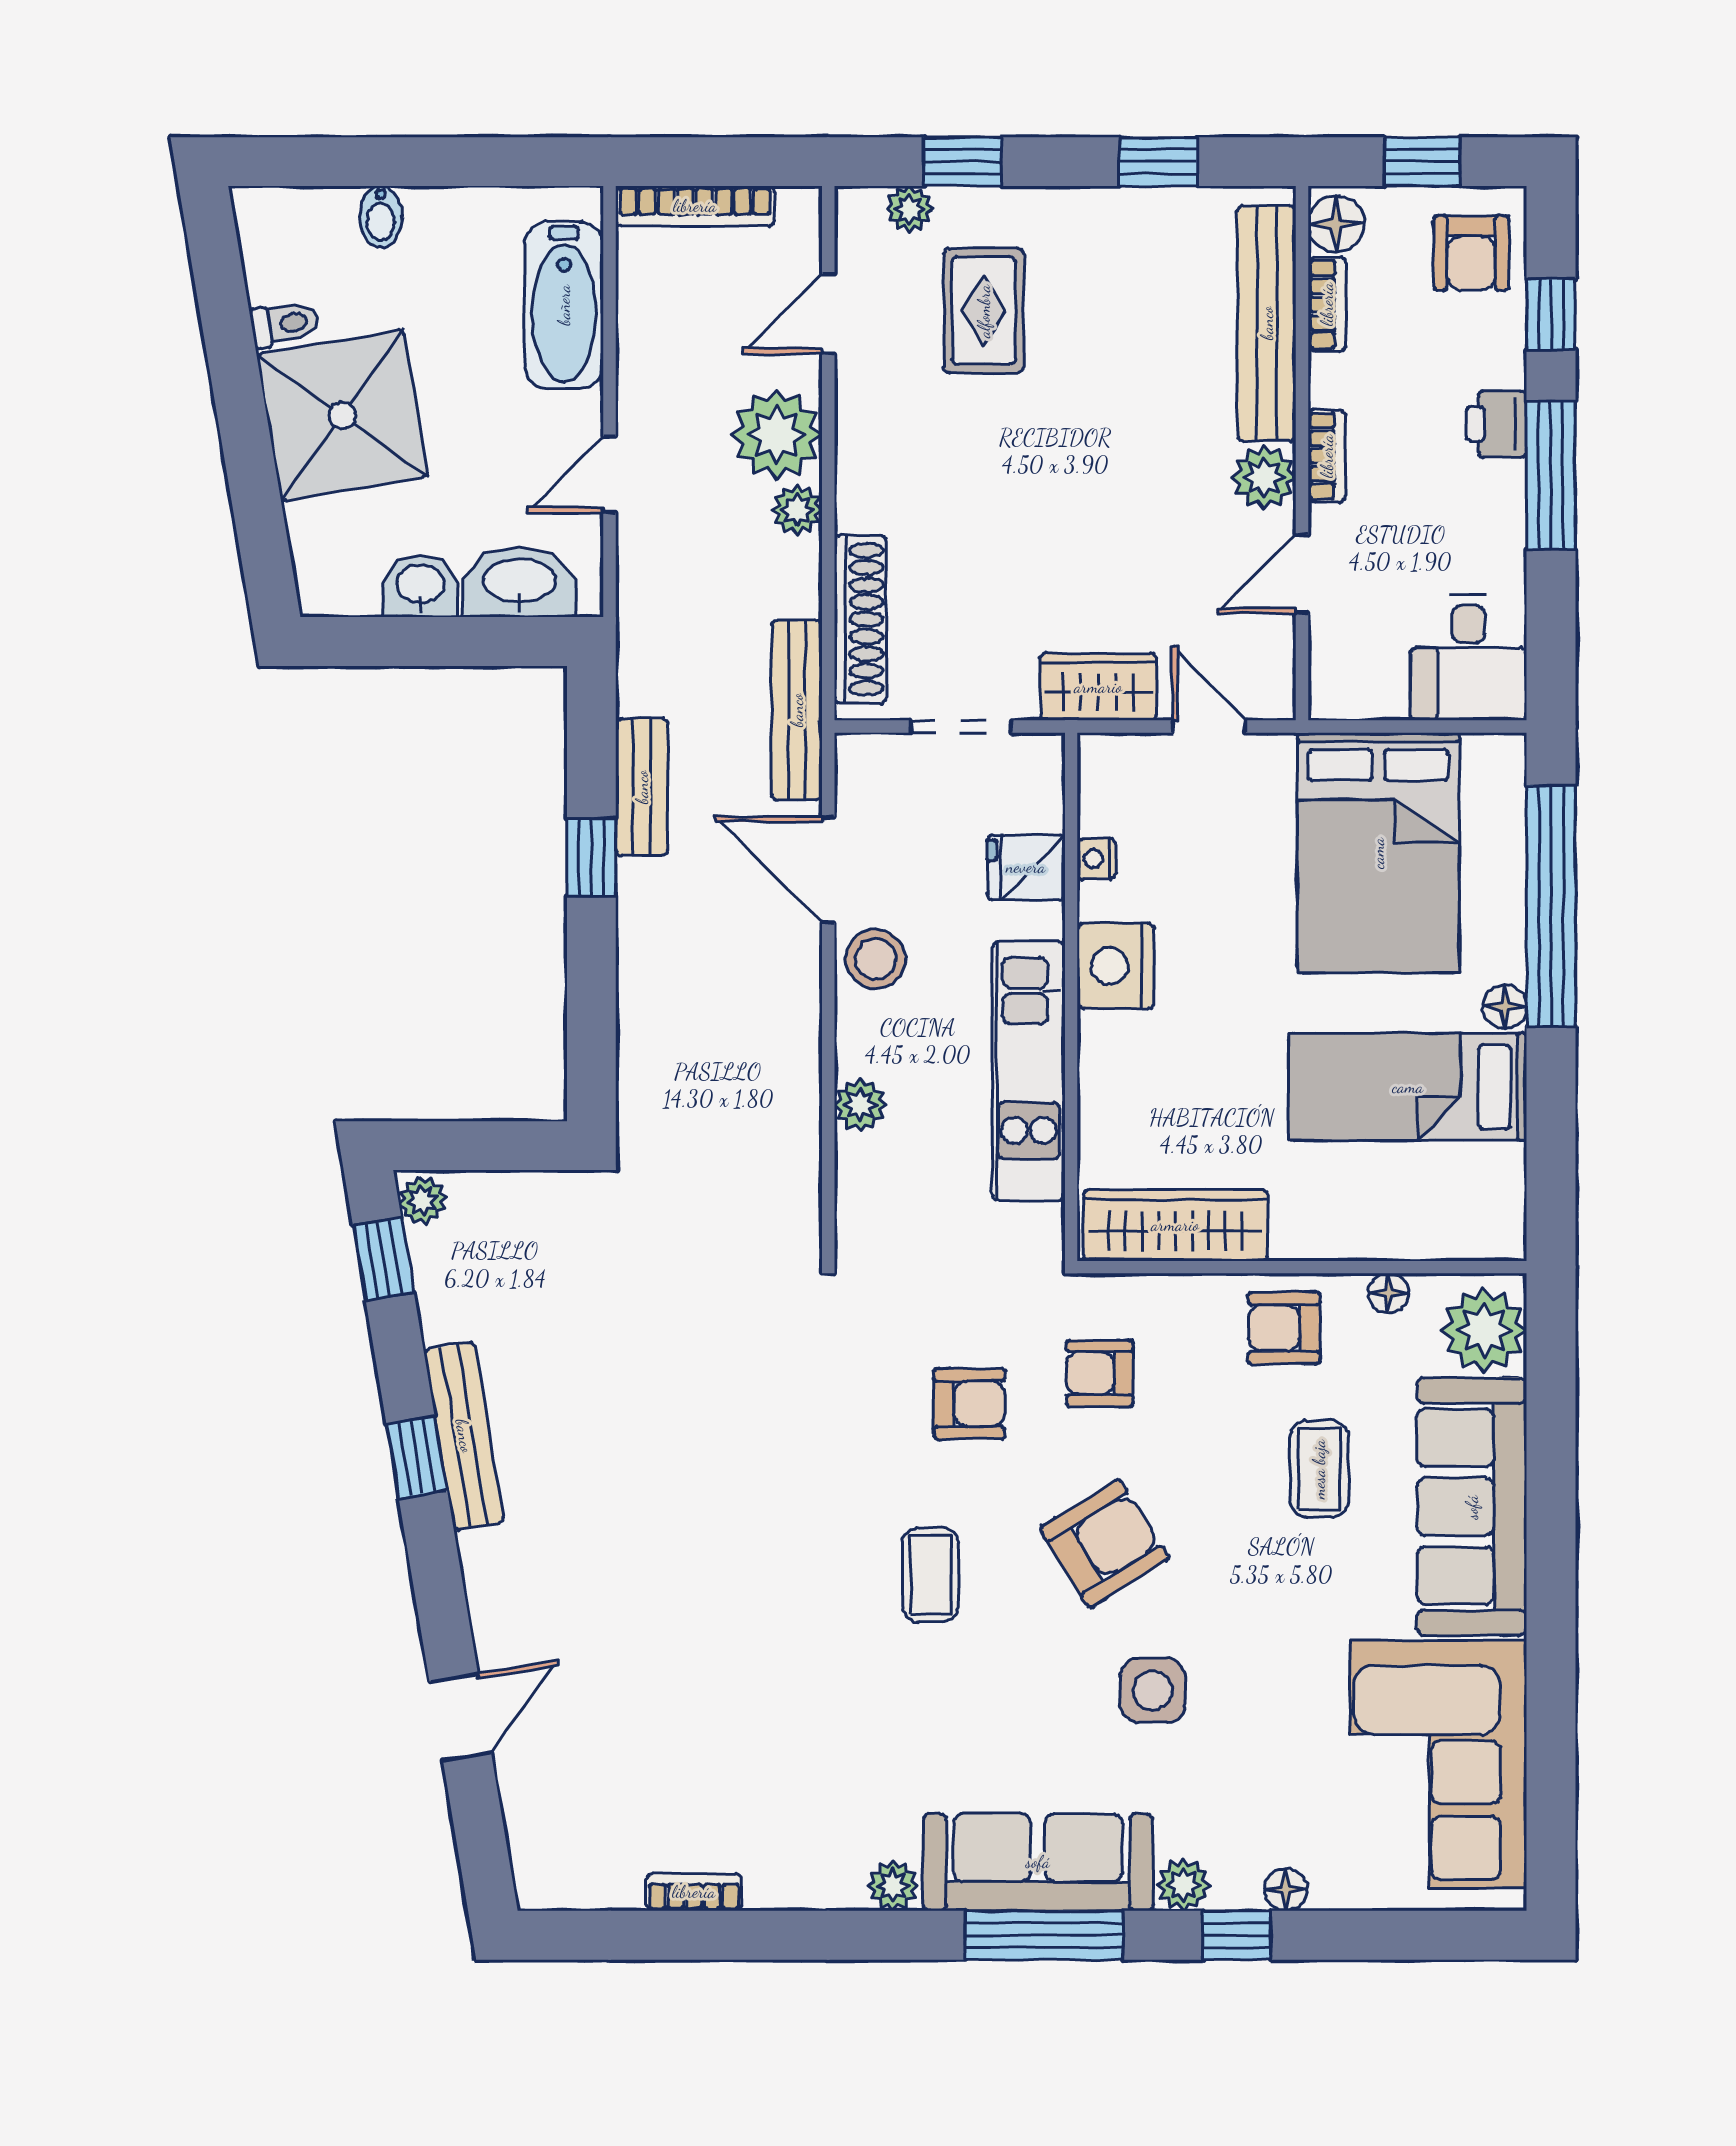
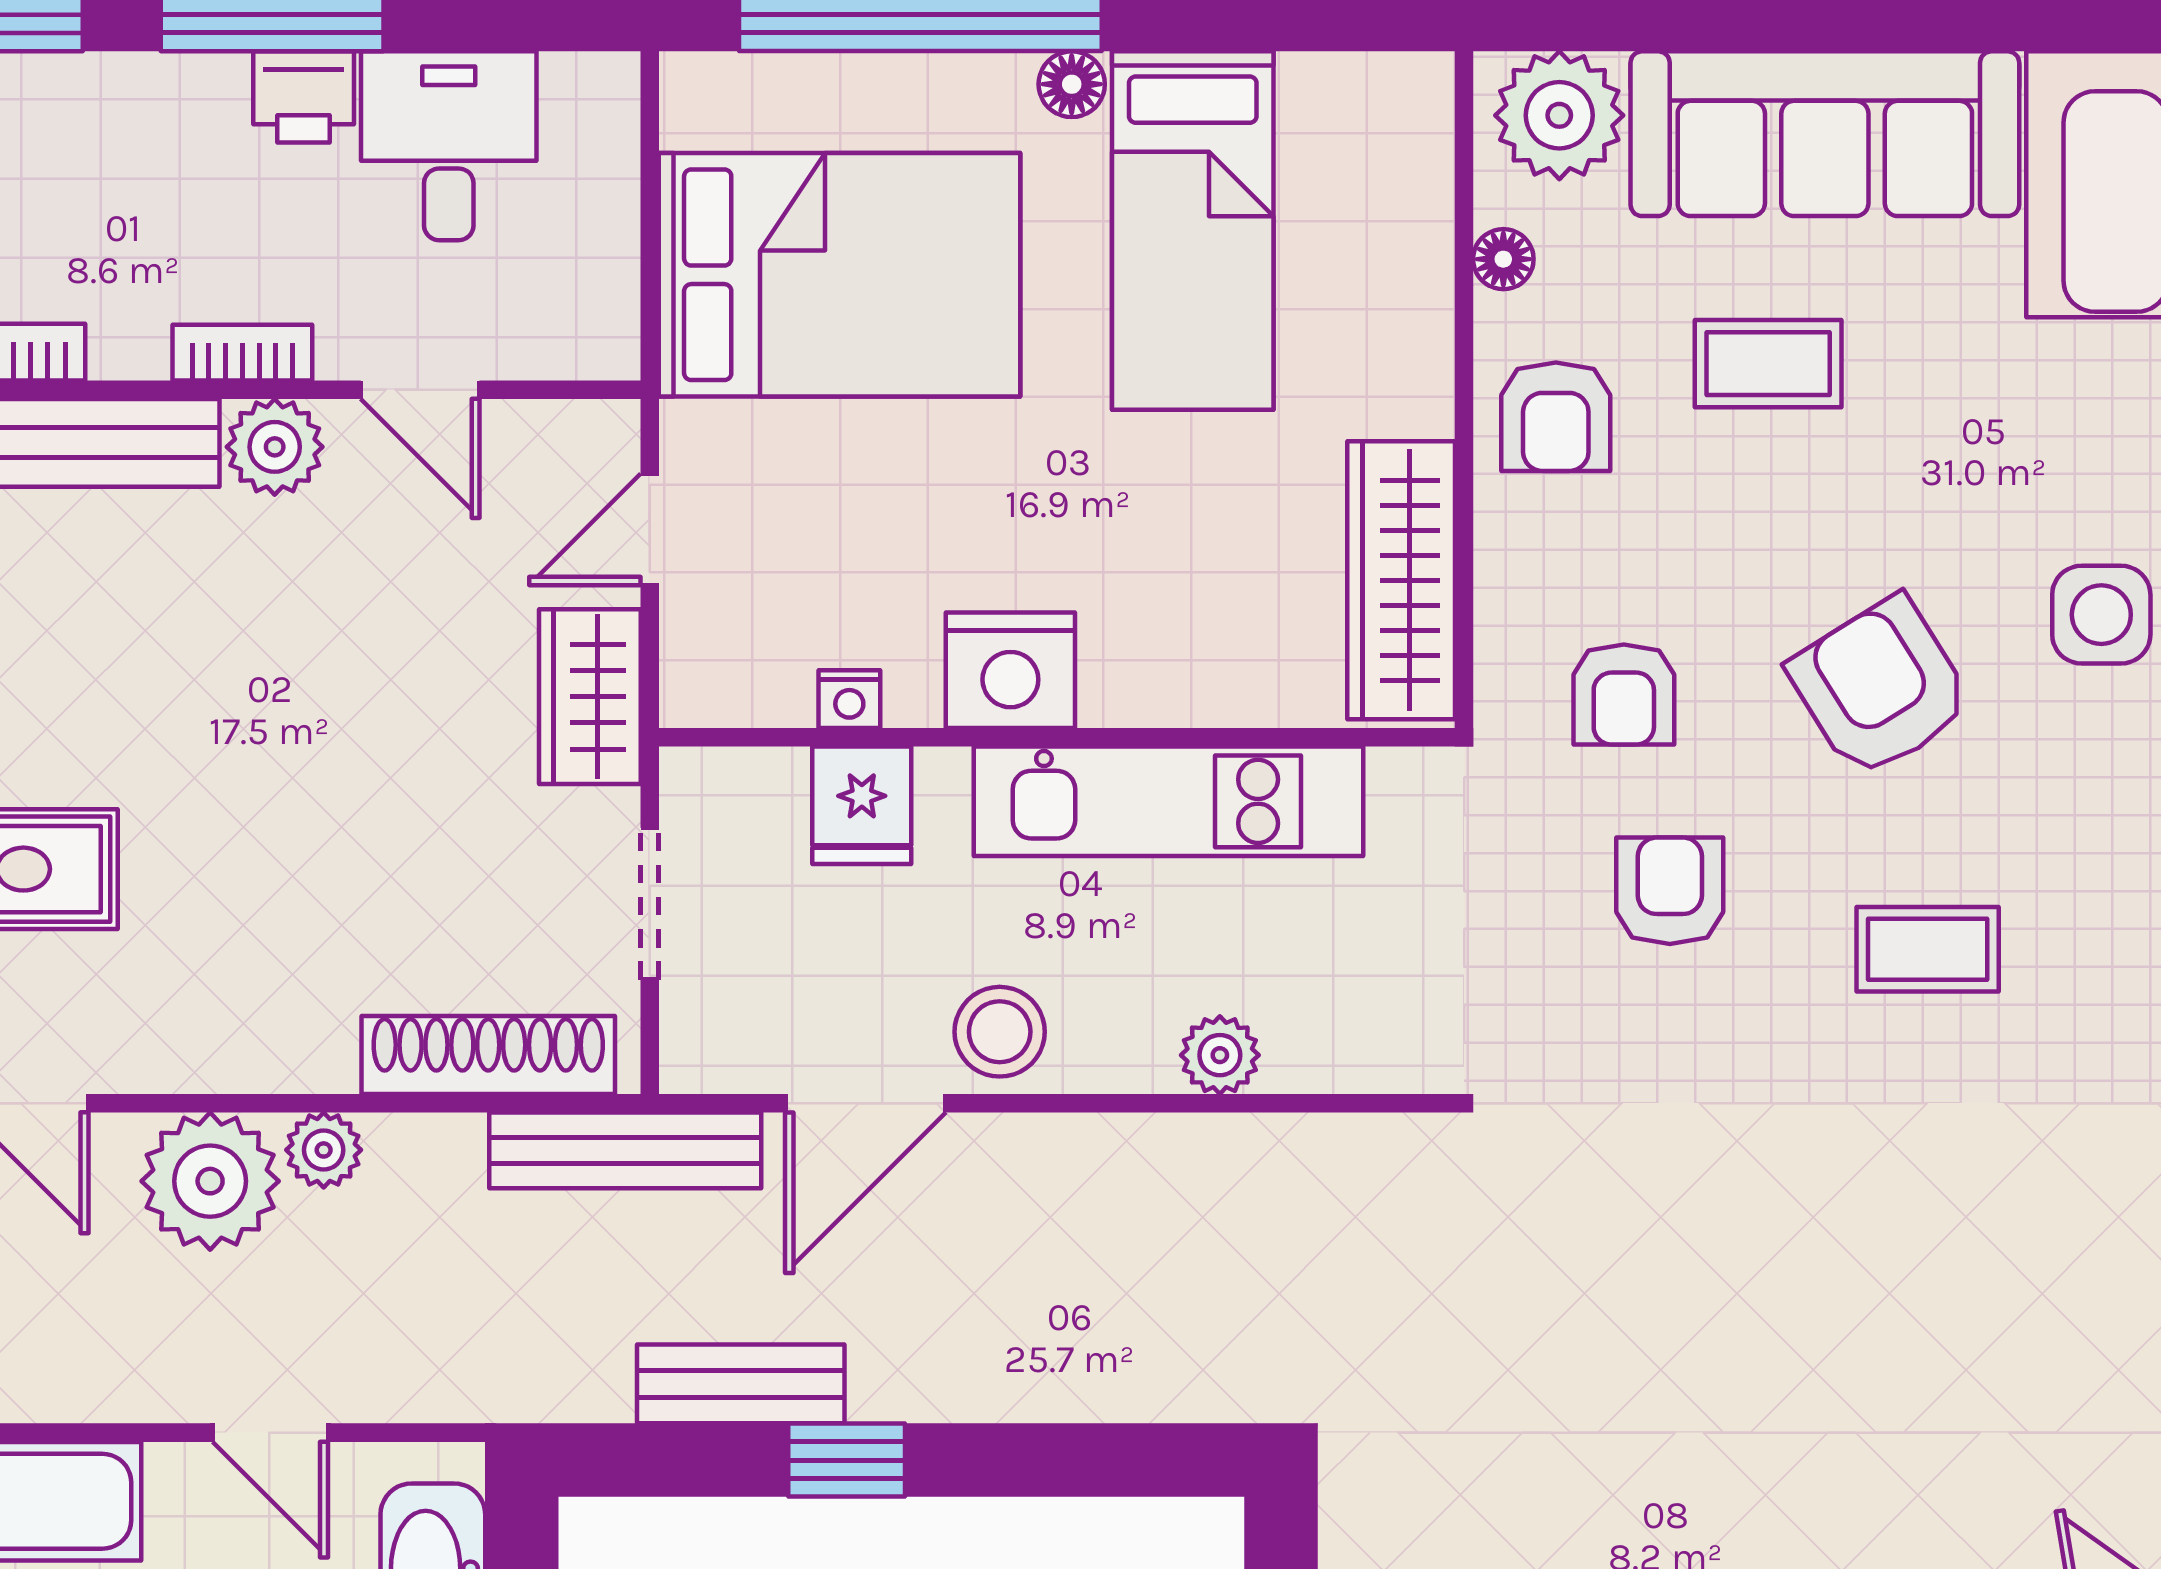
printer: (1496, 424) -> (304, 97), moved
desk: (1468, 658) -> (449, 146), moved, turned -90

